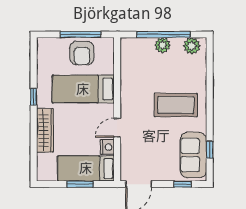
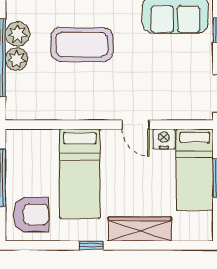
plant: (192, 46) -> (17, 34), moved
armchair: (82, 53) -> (31, 214), moved
coffee table: (176, 105) -> (82, 44), moved, turned 90

